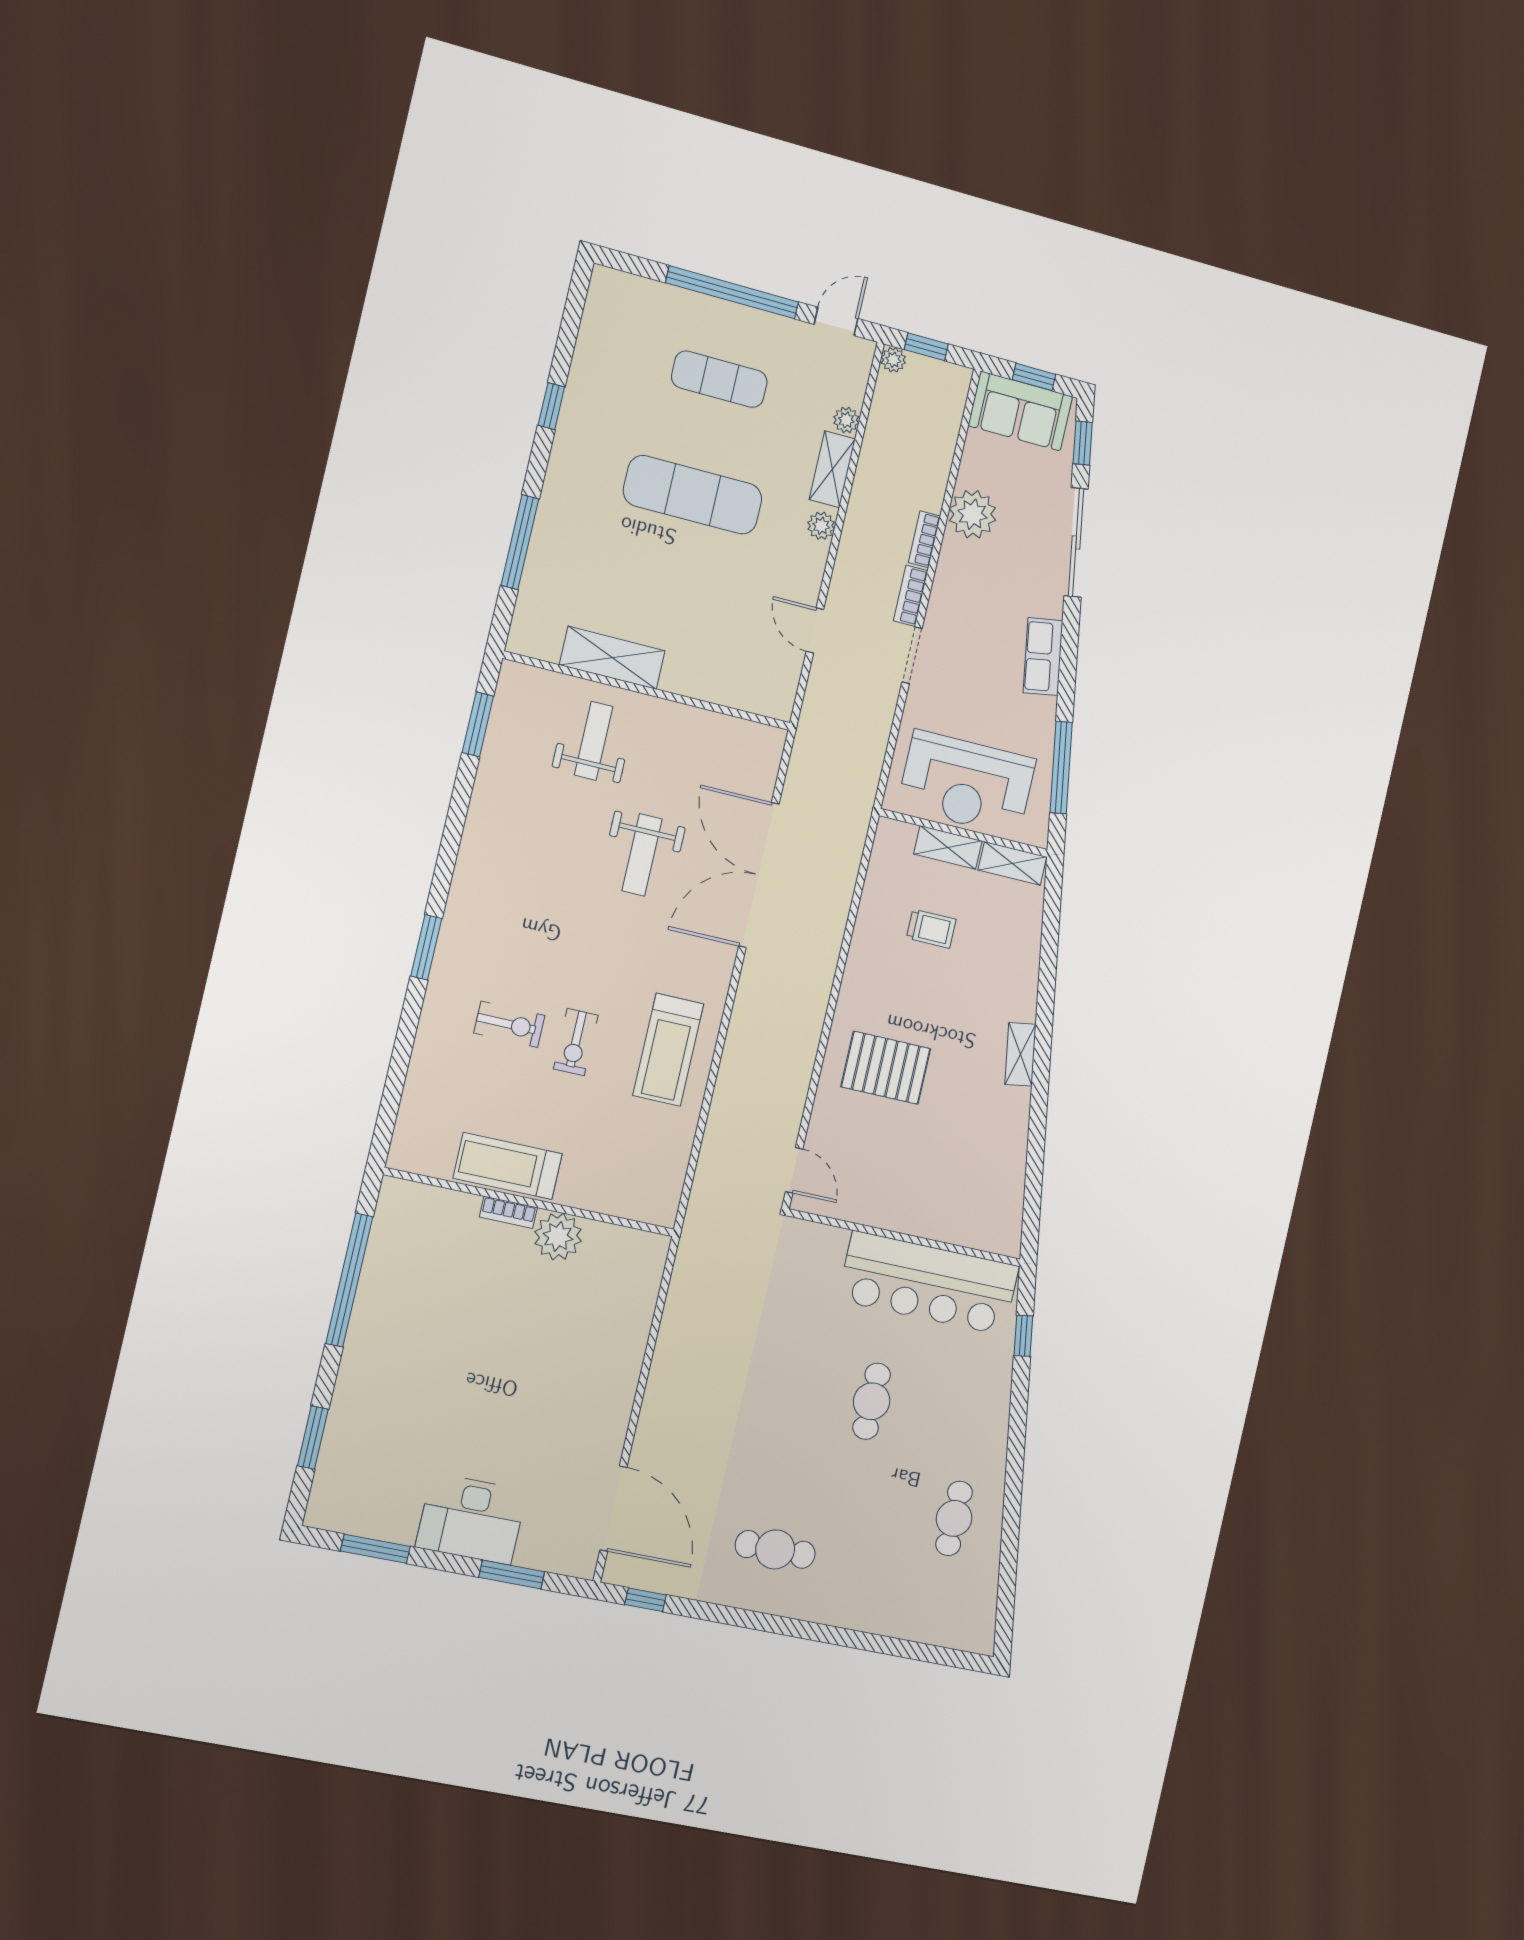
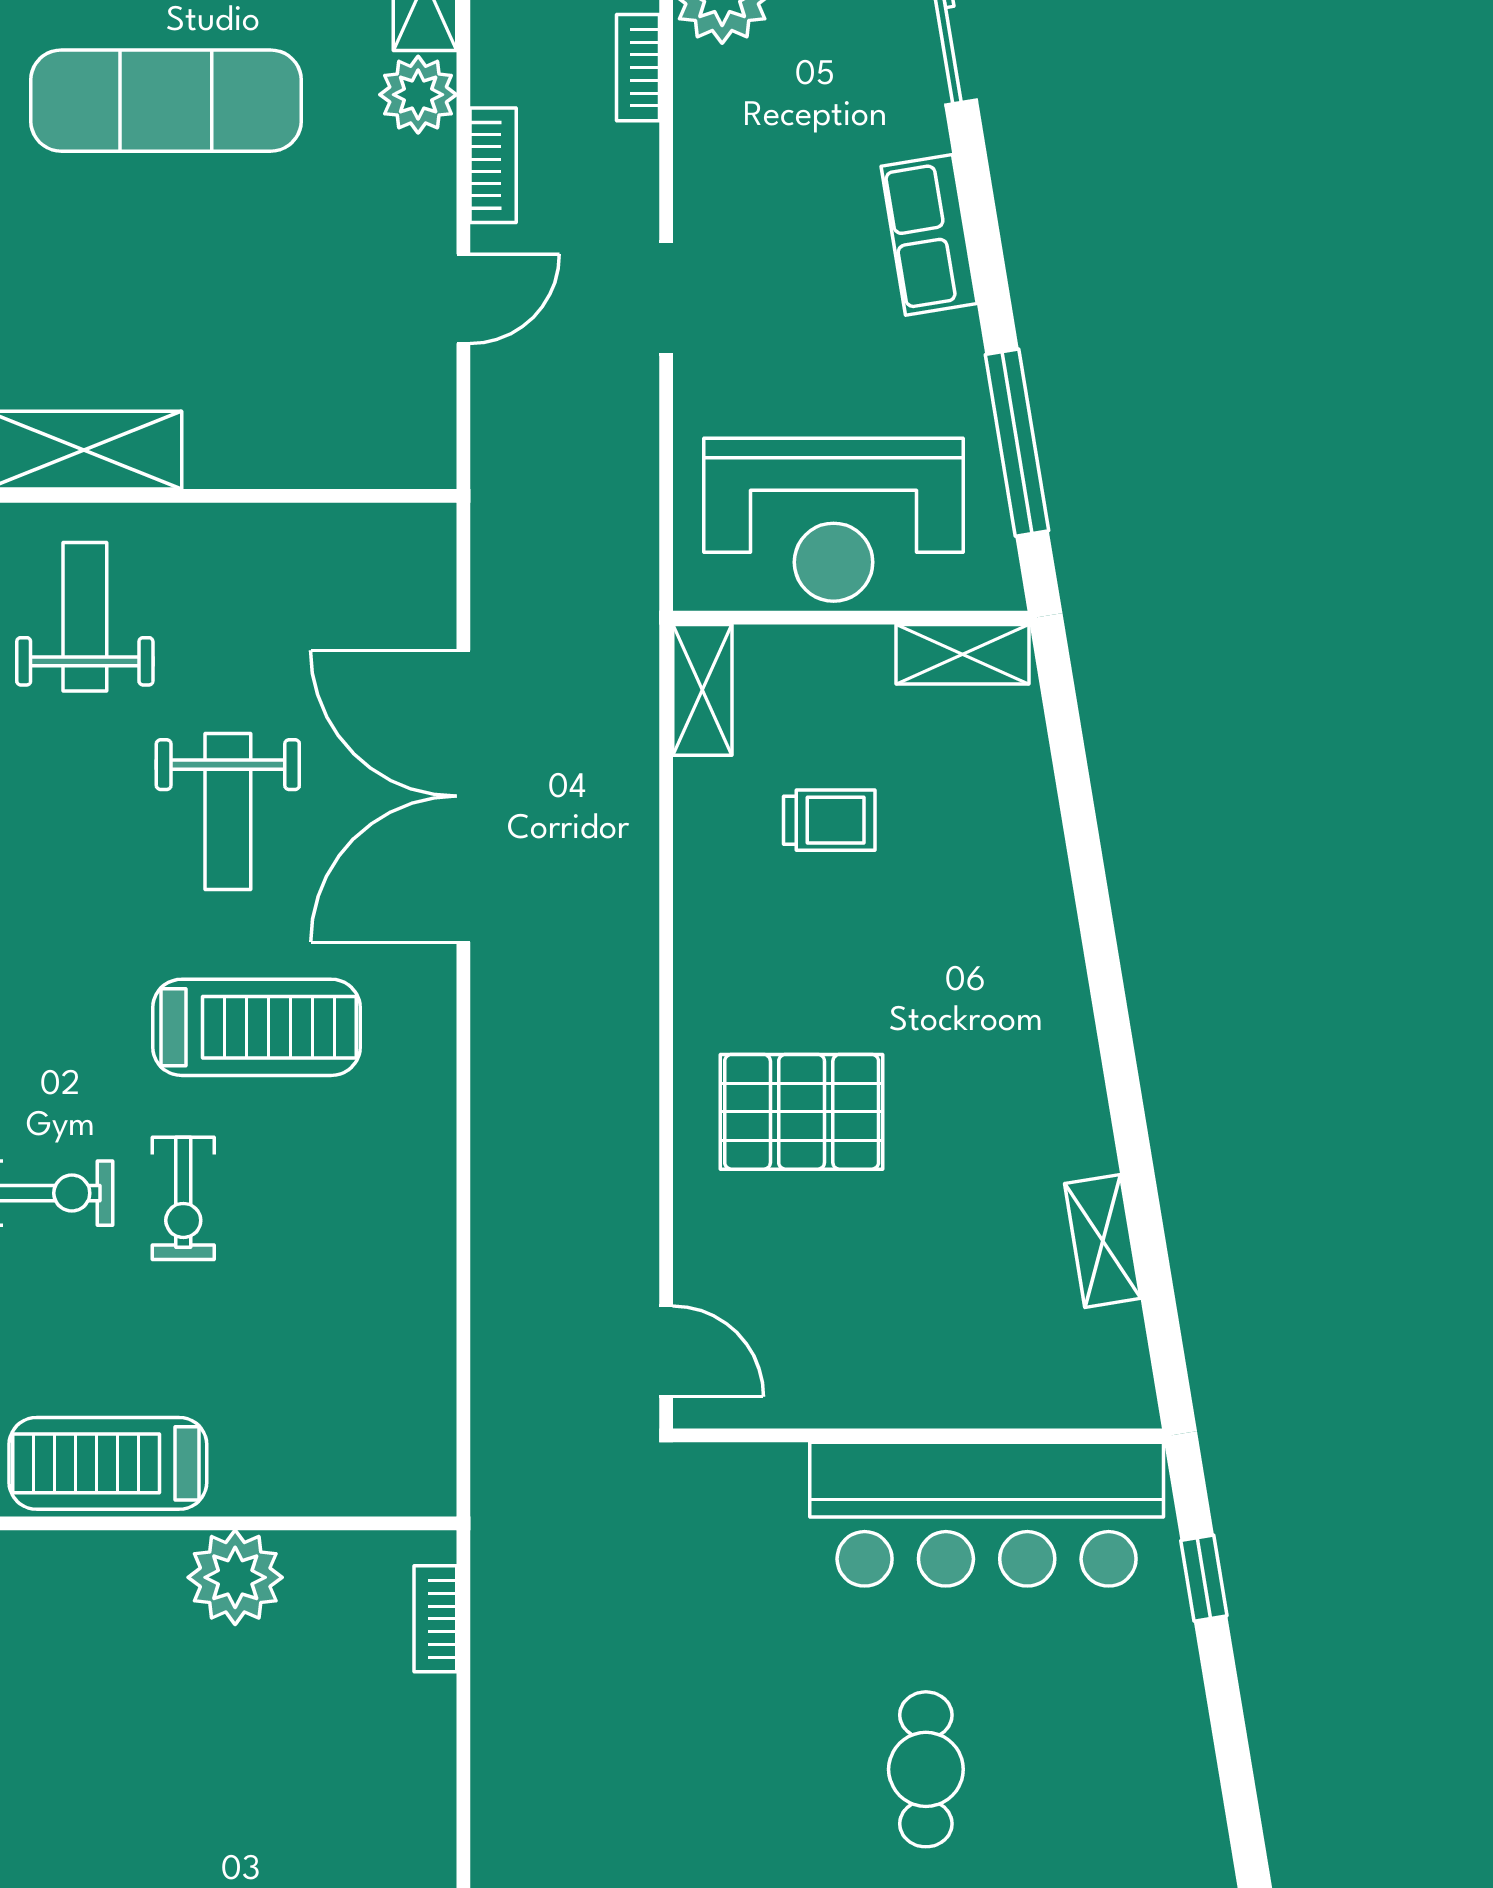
plant: (821, 526) -> (418, 95), width x1.38, depth x1.38
bookcase: (911, 596) -> (493, 165), moved, turned 180
door: (815, 630) -> (463, 299), swing flipped
shelving: (948, 847) -> (702, 690), moved, turned 90
treadmill: (668, 1050) -> (256, 1027), moved, turned -90
shelving: (1020, 1054) -> (1103, 1241), moved
bookcase: (508, 1212) -> (435, 1619), moved, turned 90

